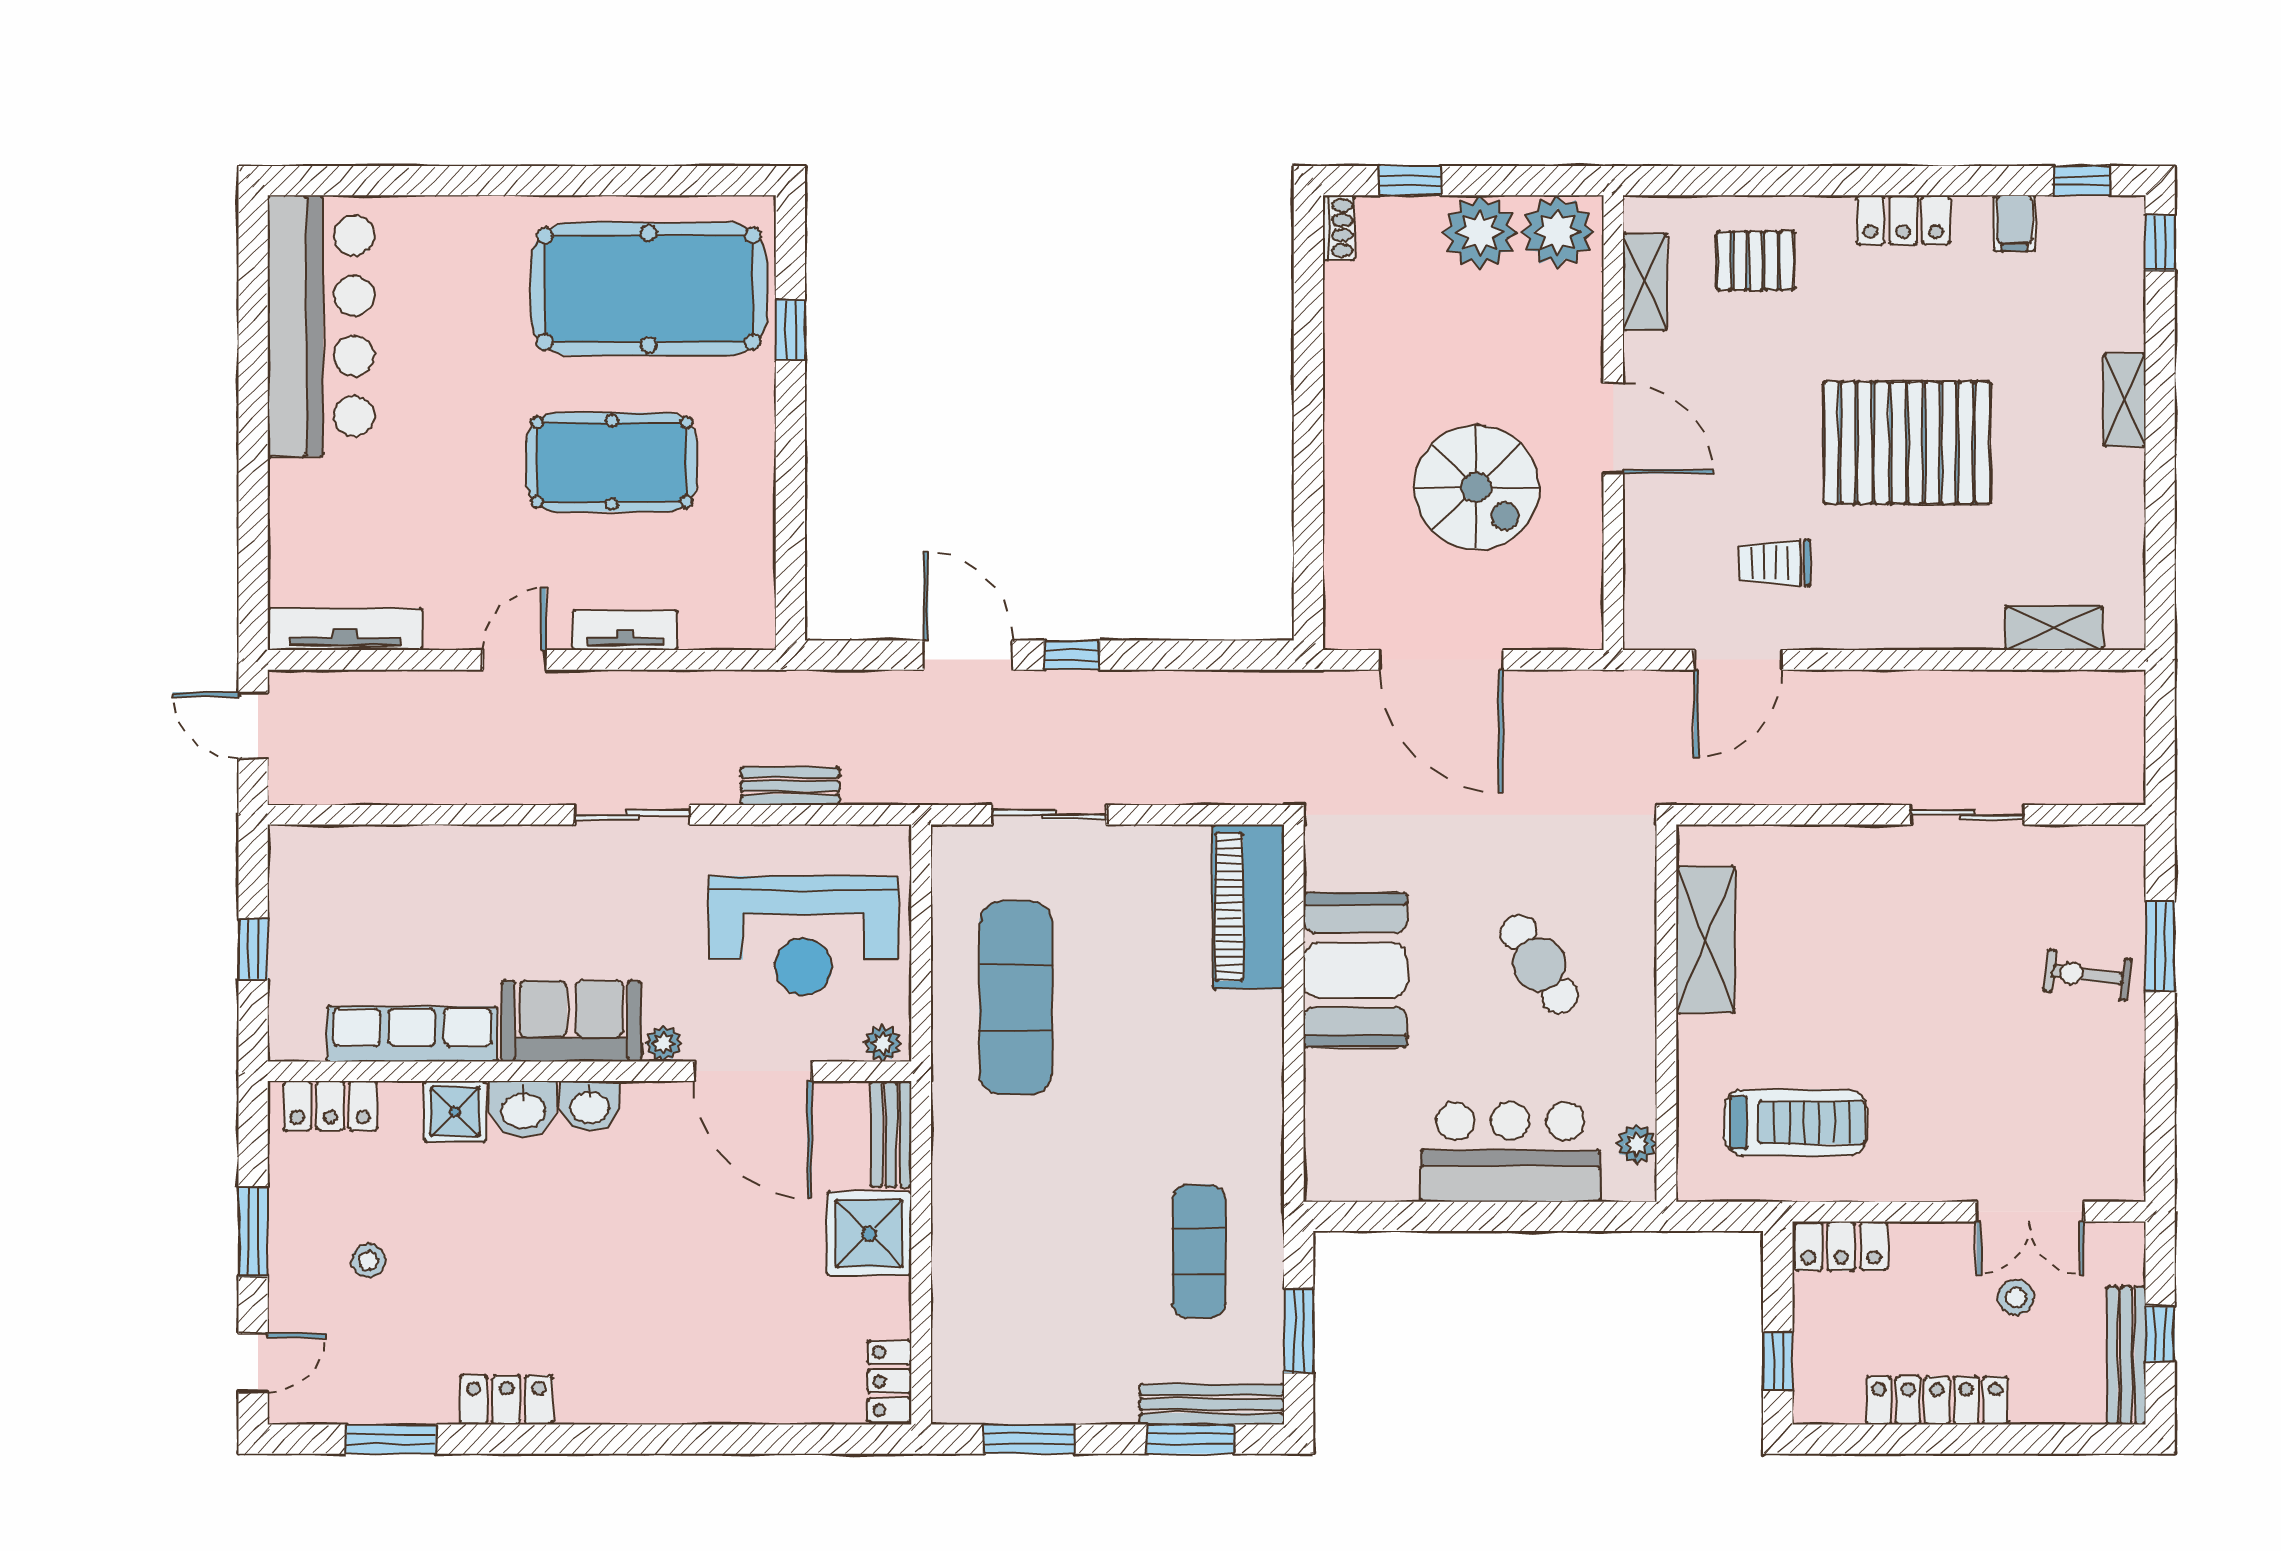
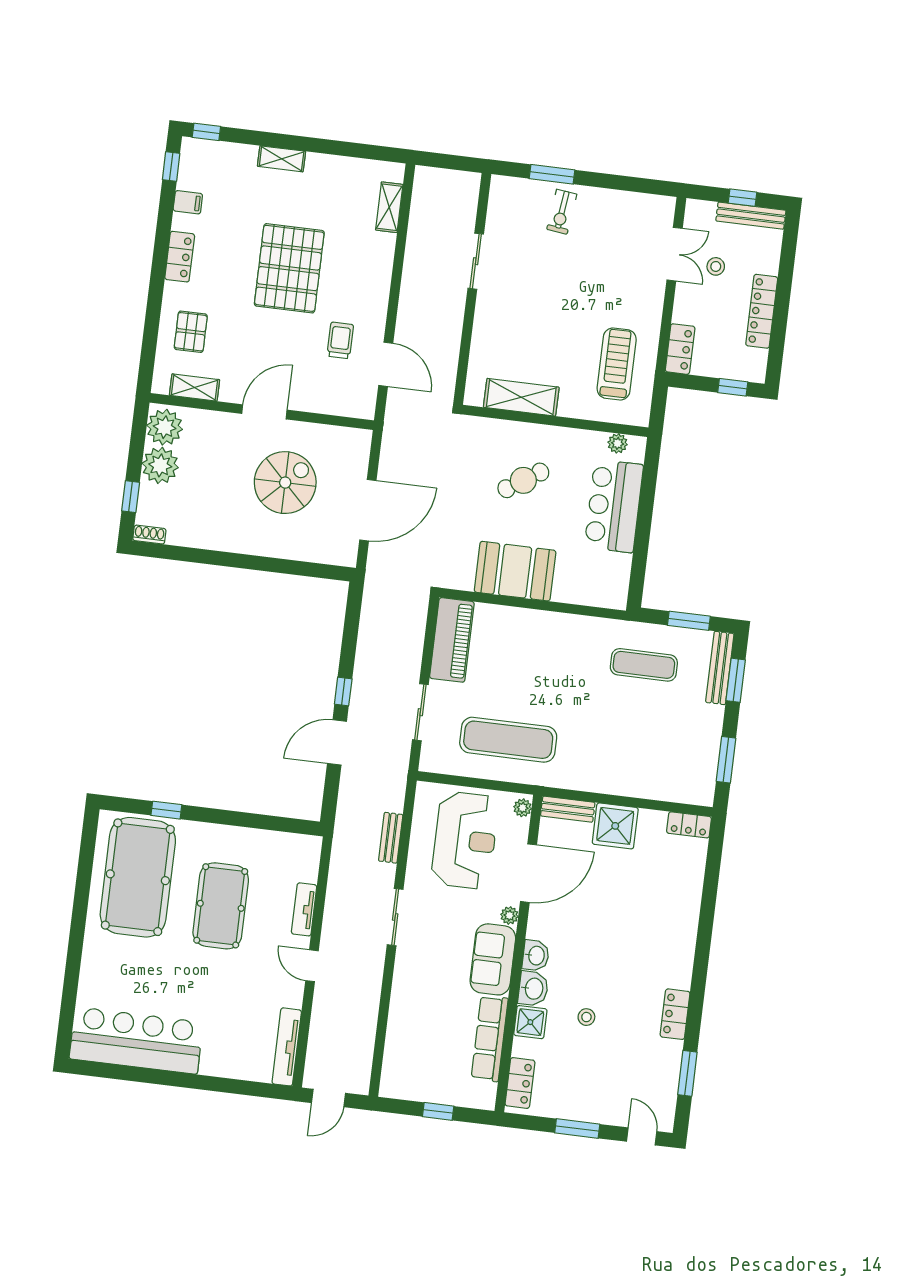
trolley: (1775, 563) -> (340, 340), turned 180
piano: (1248, 907) -> (452, 640), moved, turned -90
stool: (368, 1261) -> (586, 1017), moved

